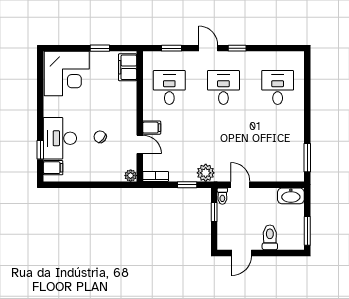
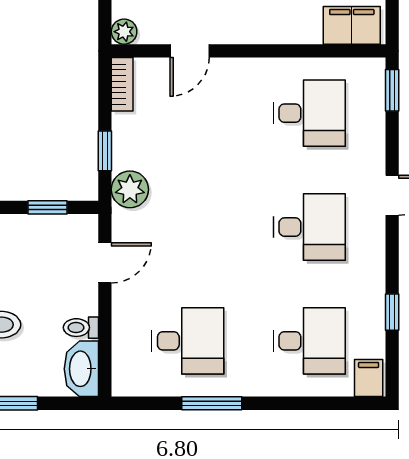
window: (172, 48) -> (392, 90), moved
window: (237, 48) -> (392, 312), moved
filing cabinet: (152, 128) -> (369, 378), moved, turned 180
desk: (278, 145) -> (188, 341), added
window: (307, 158) -> (212, 403), moved
toilet: (222, 196) -> (81, 328), moved

